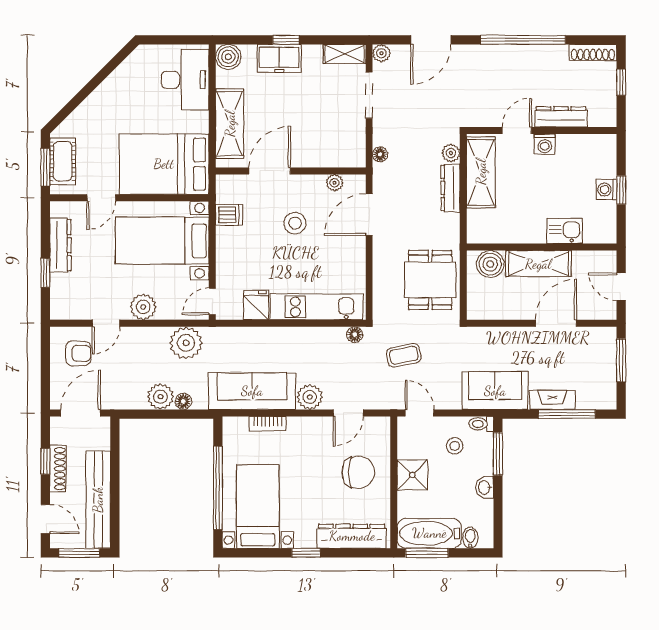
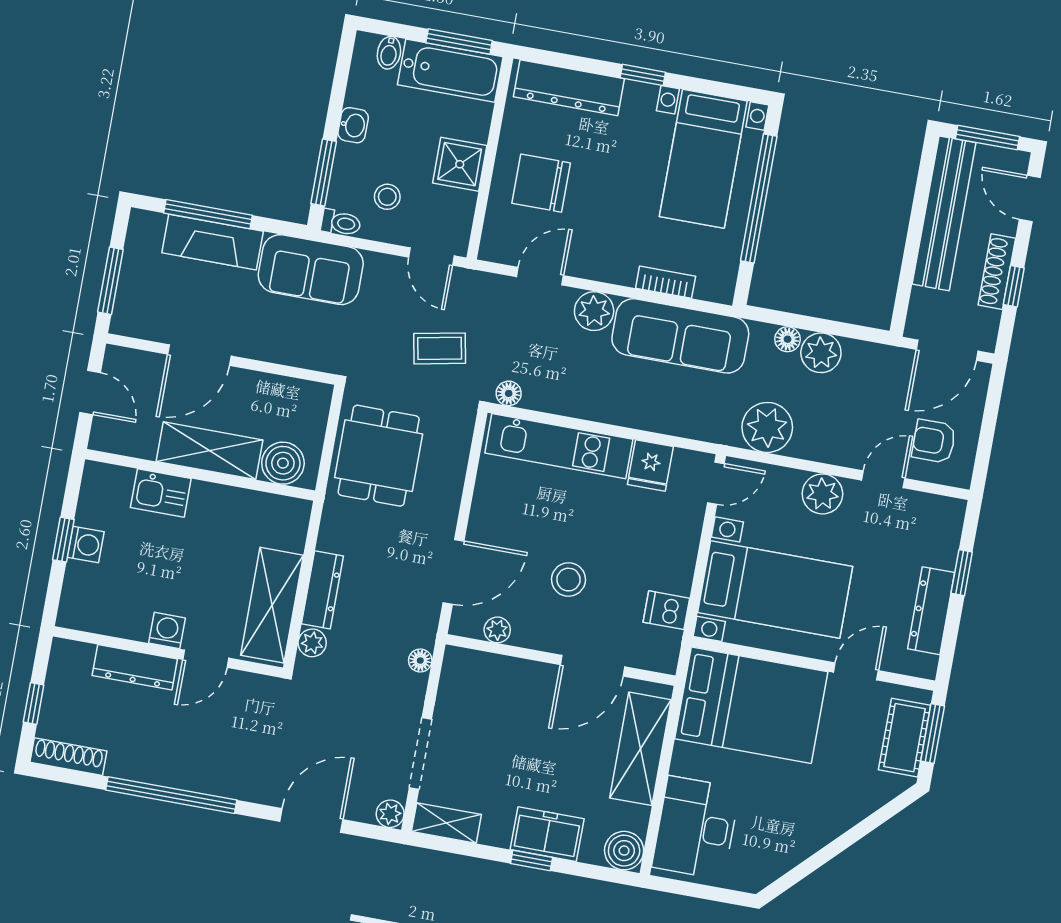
fireplace: (552, 400) -> (213, 242), width x1.37, depth x1.32

